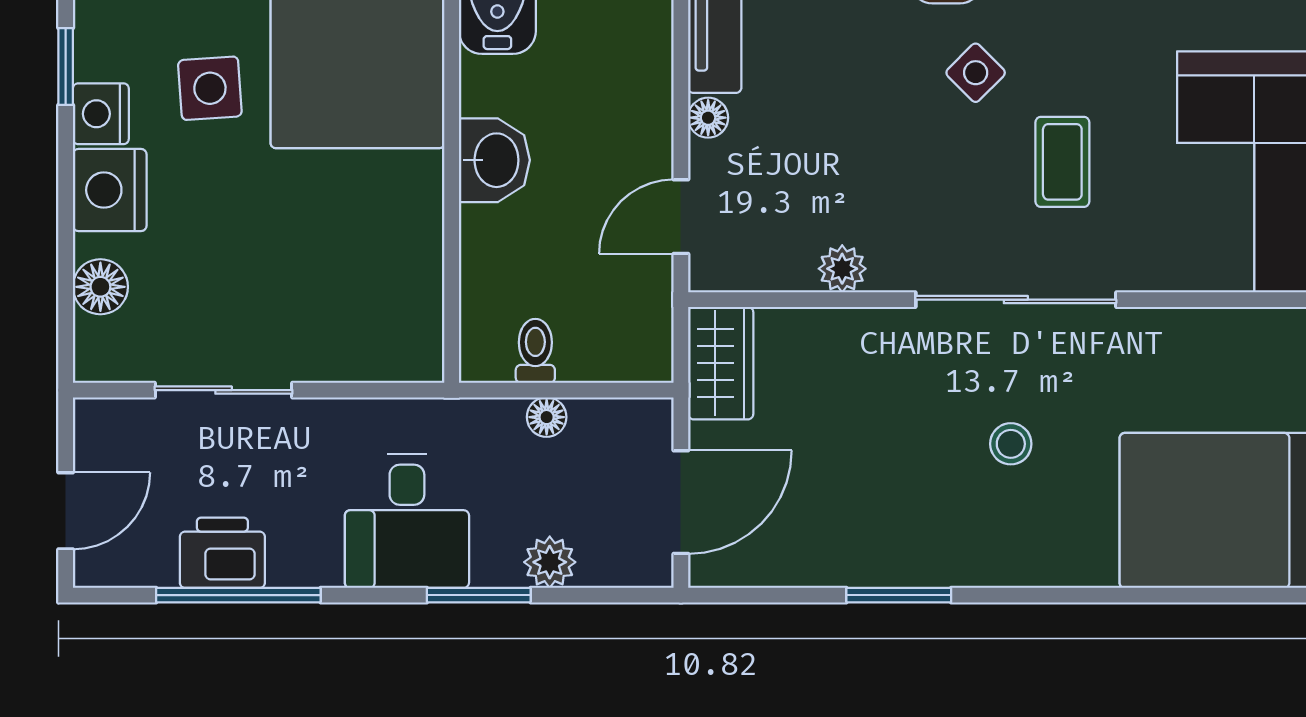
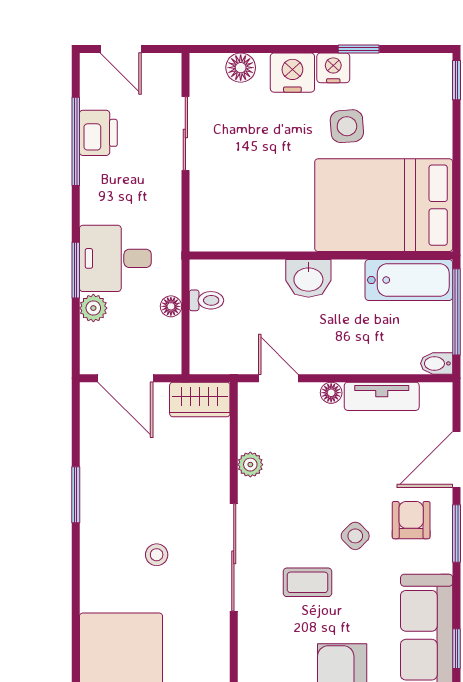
desk: (407, 521) -> (115, 258), moved

